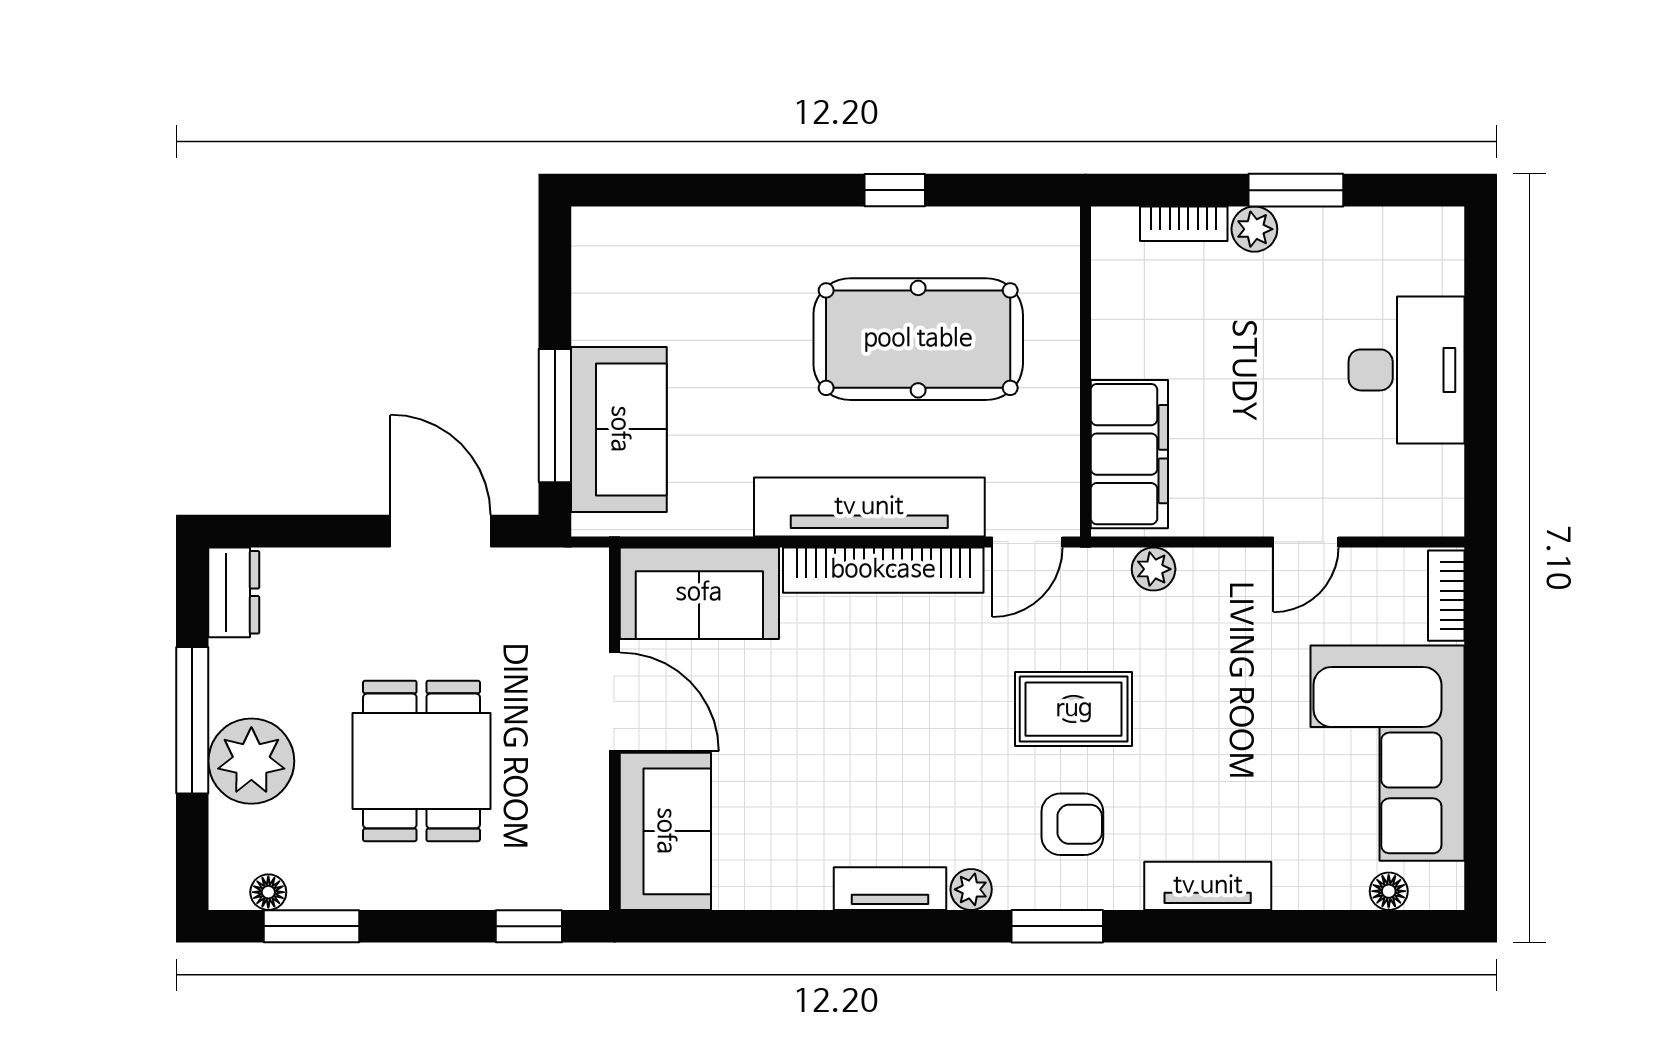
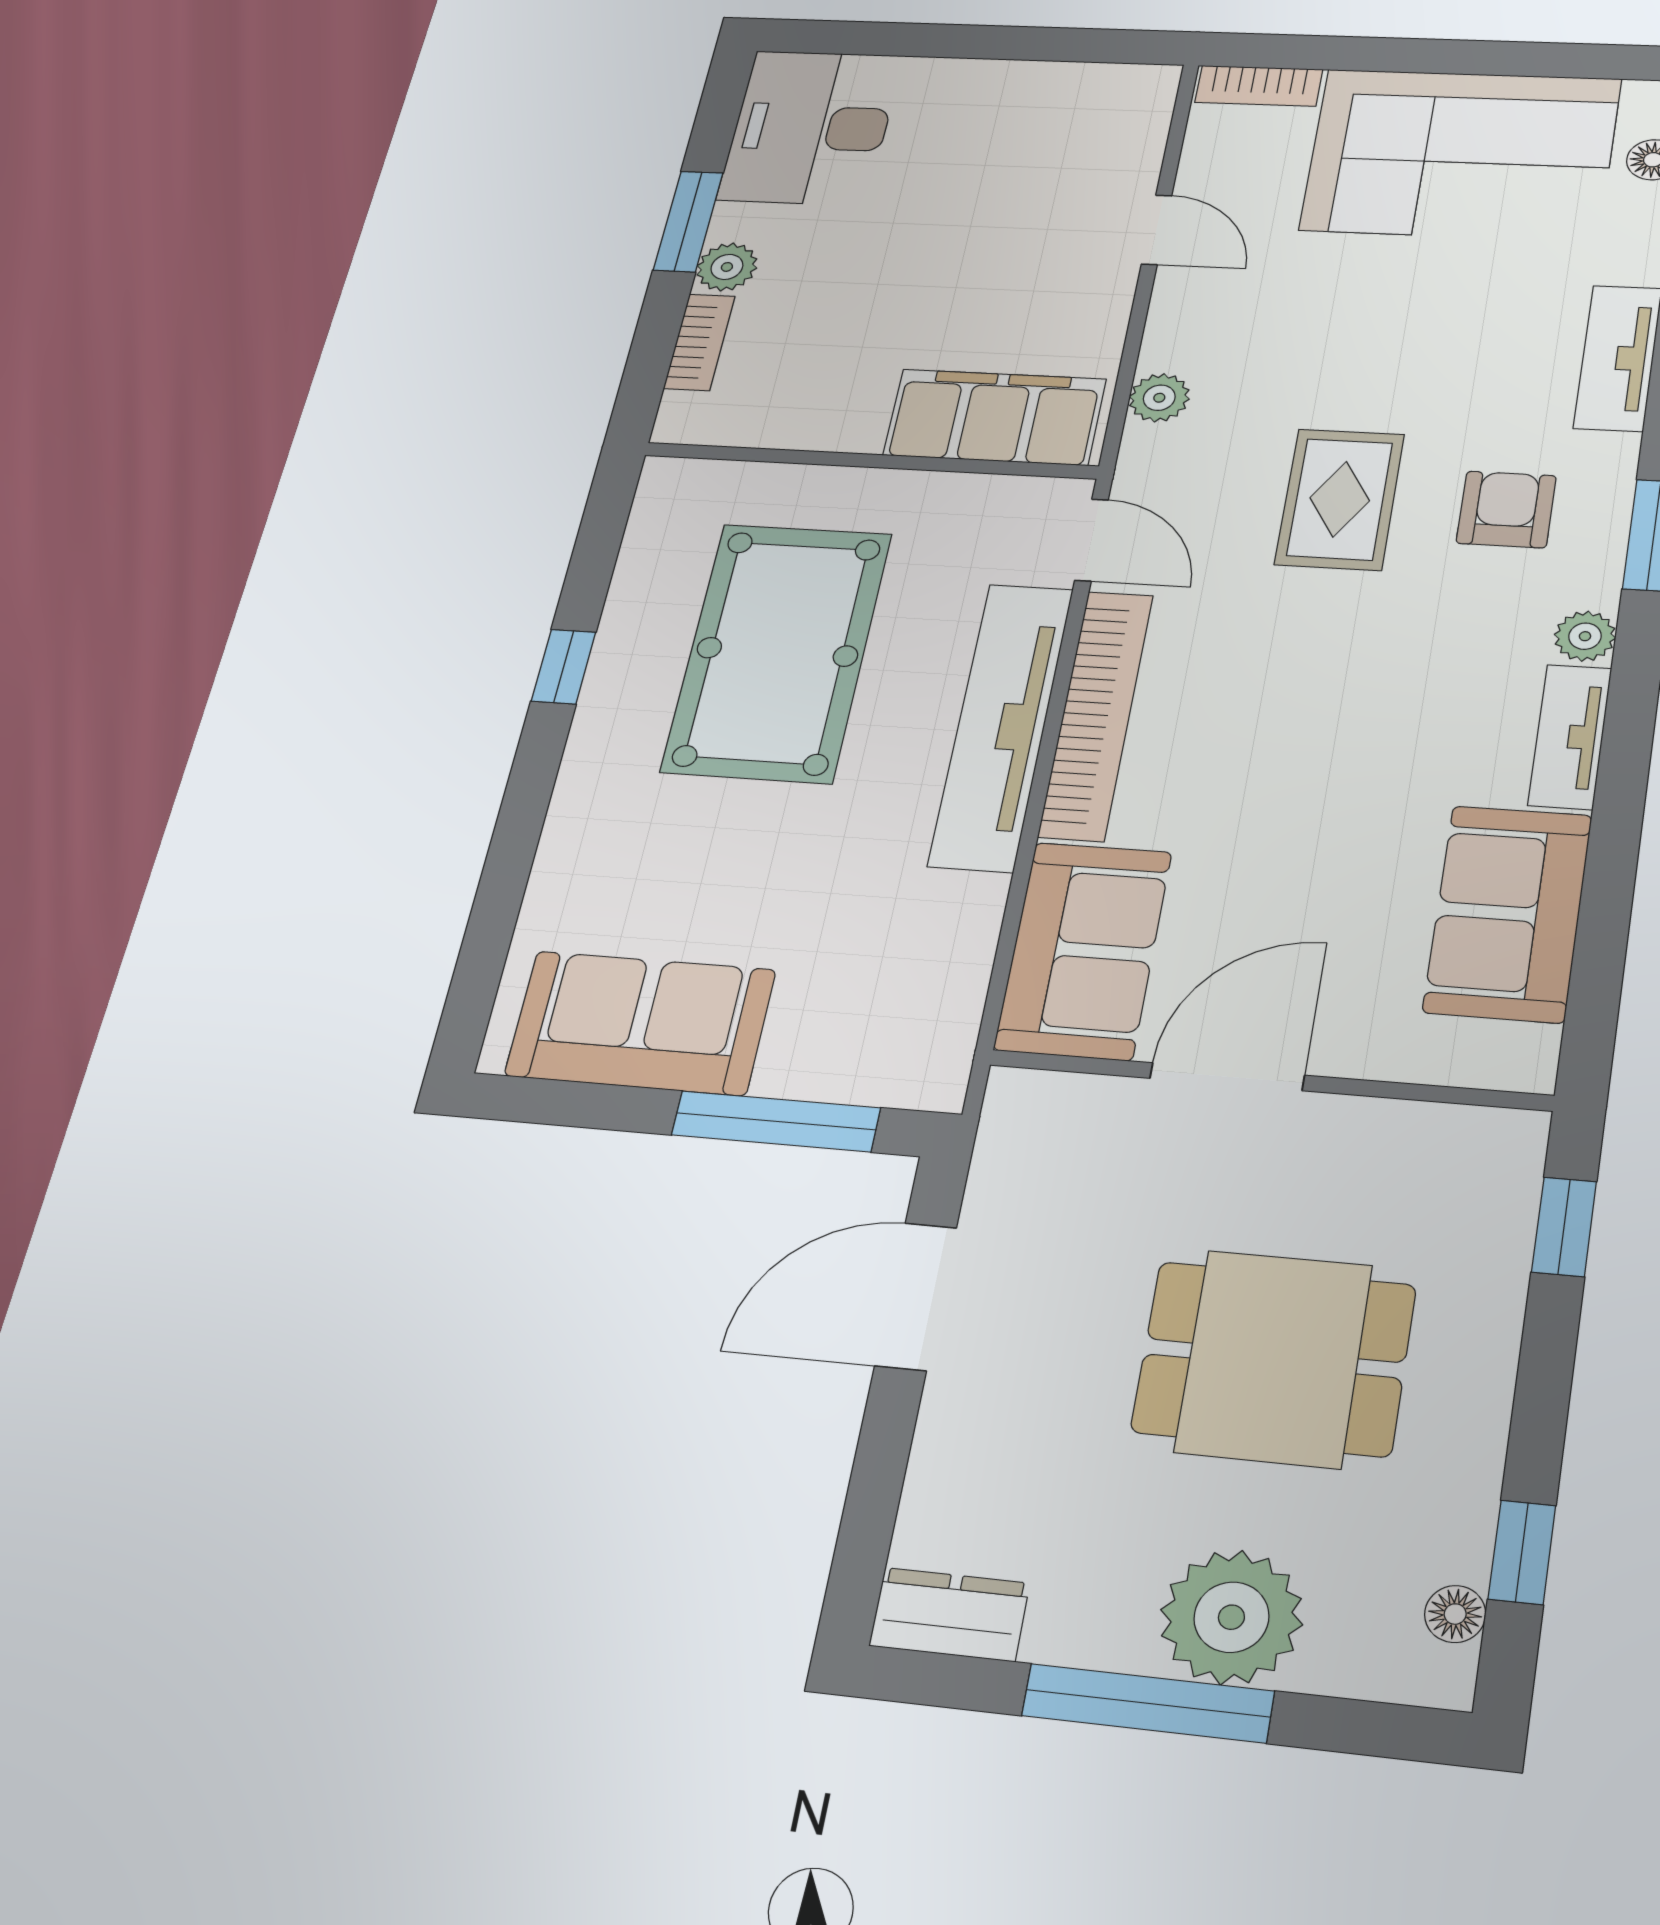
desk: (1406, 370) -> (810, 128), moved, turned -90
sofa: (619, 429) -> (640, 1023), moved
sofa: (665, 831) -> (1508, 913), moved, turned -90
window: (311, 926) -> (1522, 1552), width x0.67

